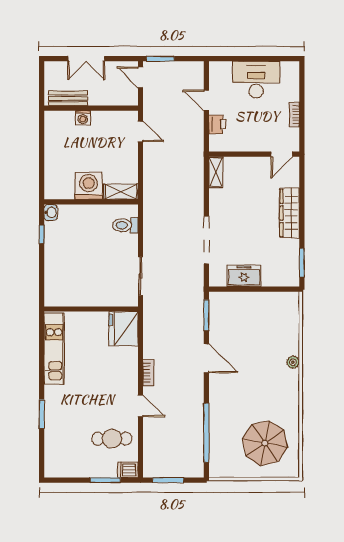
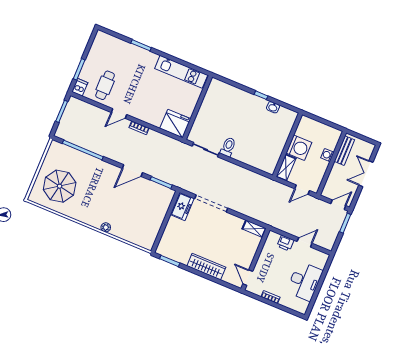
washing machine: (89, 186) -> (299, 148), moved
shelving: (121, 192) -> (286, 168), moved
wall: (91, 202) -> (288, 145), moved
toilet: (125, 225) -> (228, 147), moved
freezer: (244, 276) -> (182, 206), moved

